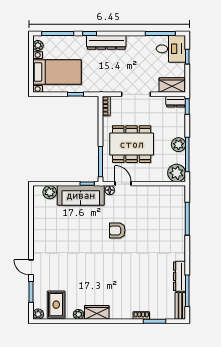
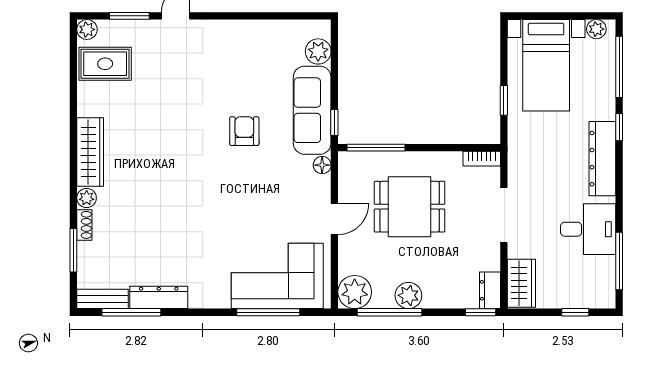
desk: (171, 49) -> (588, 229), moved, turned -90
dining table: (132, 144) -> (410, 207), width x0.73
door: (123, 184) -> (334, 219), moved
corner sofa: (168, 214) -> (277, 276), added
armchair: (117, 230) -> (244, 131), moved
wardrobe: (97, 312) -> (90, 152), width x1.50
plant: (79, 314) -> (87, 198), moved

